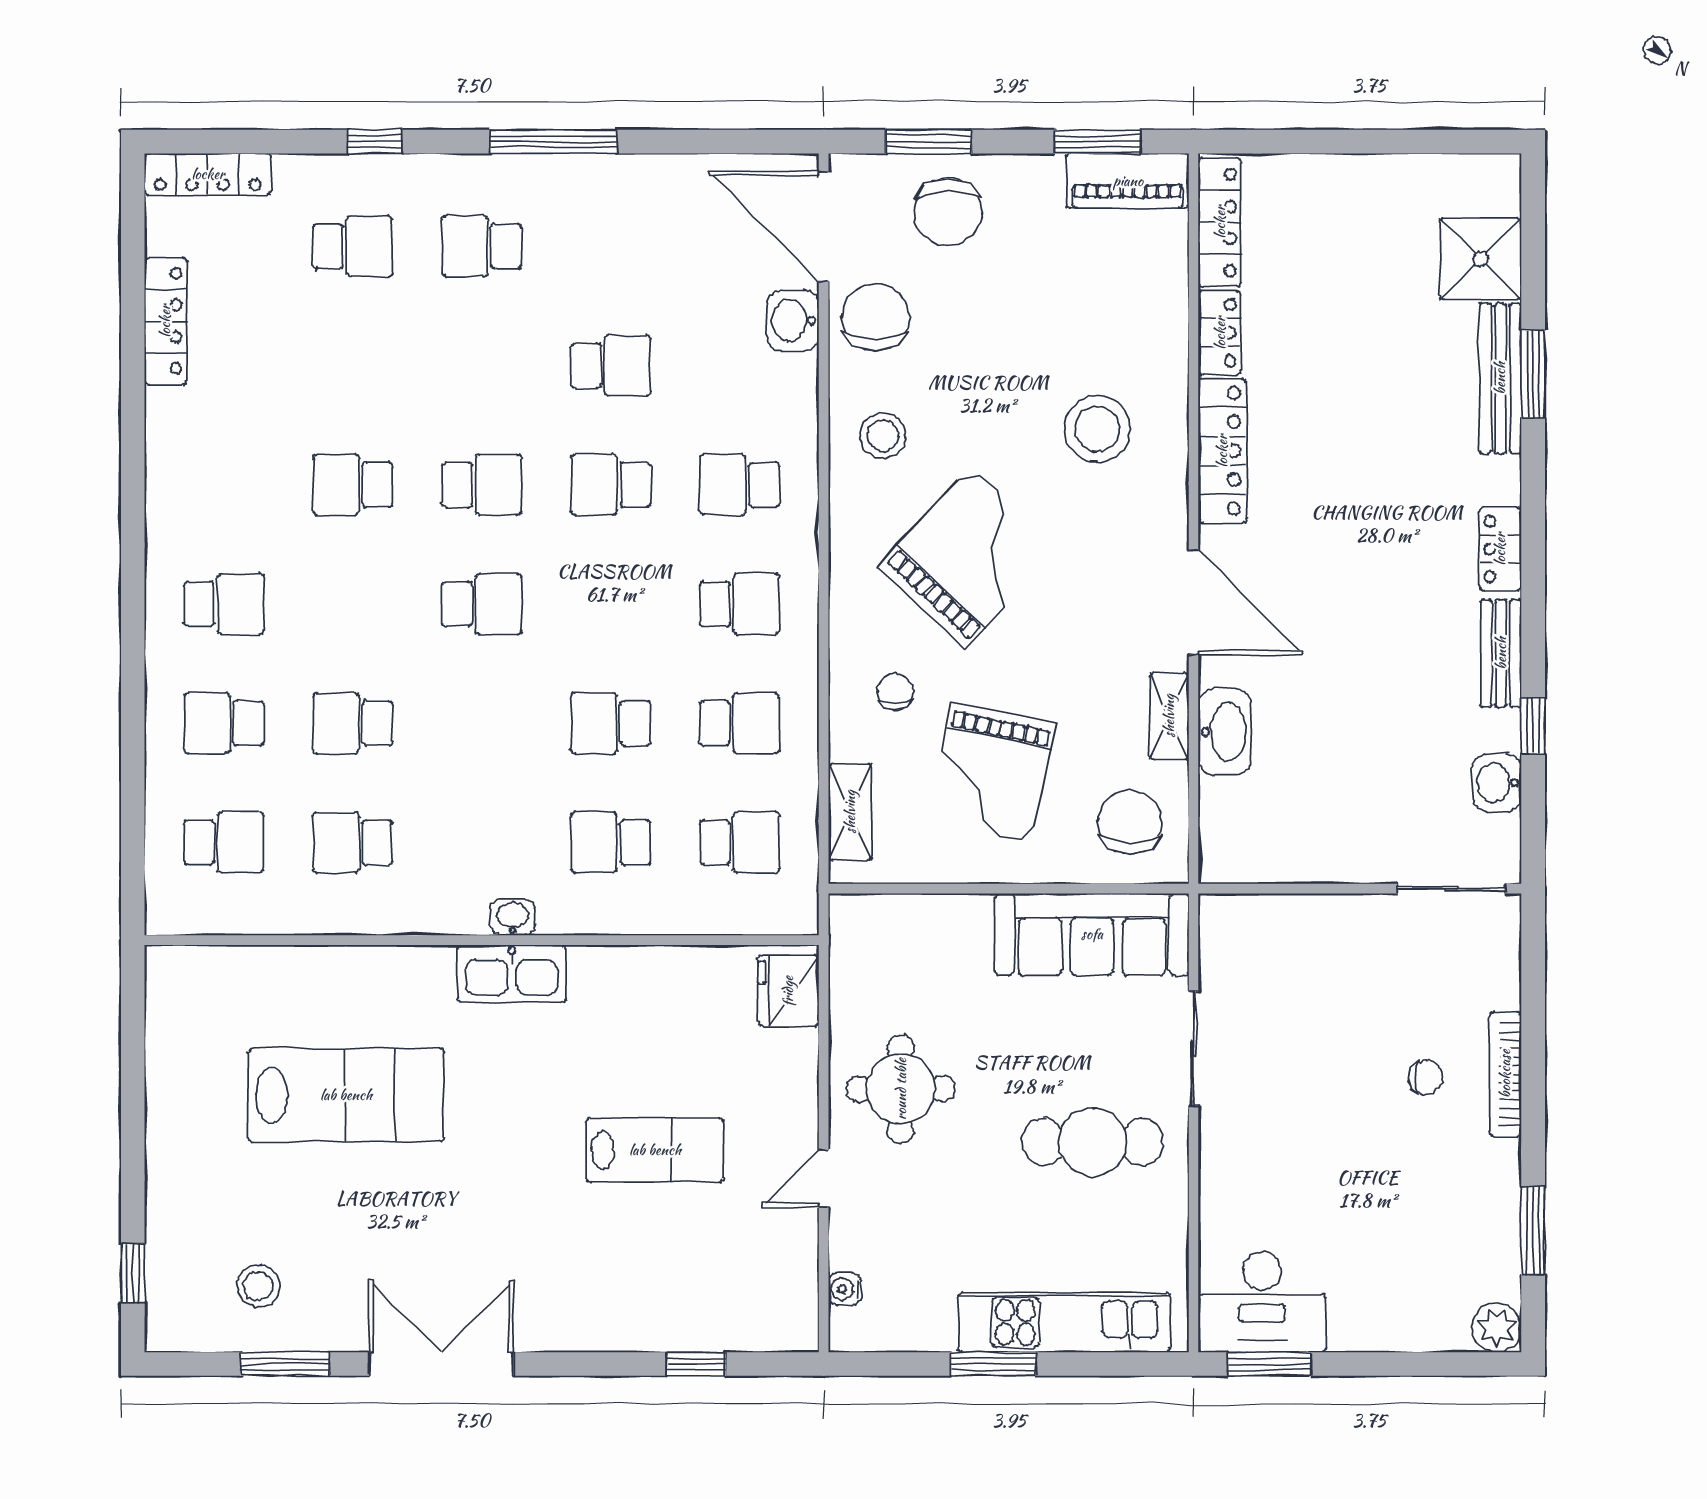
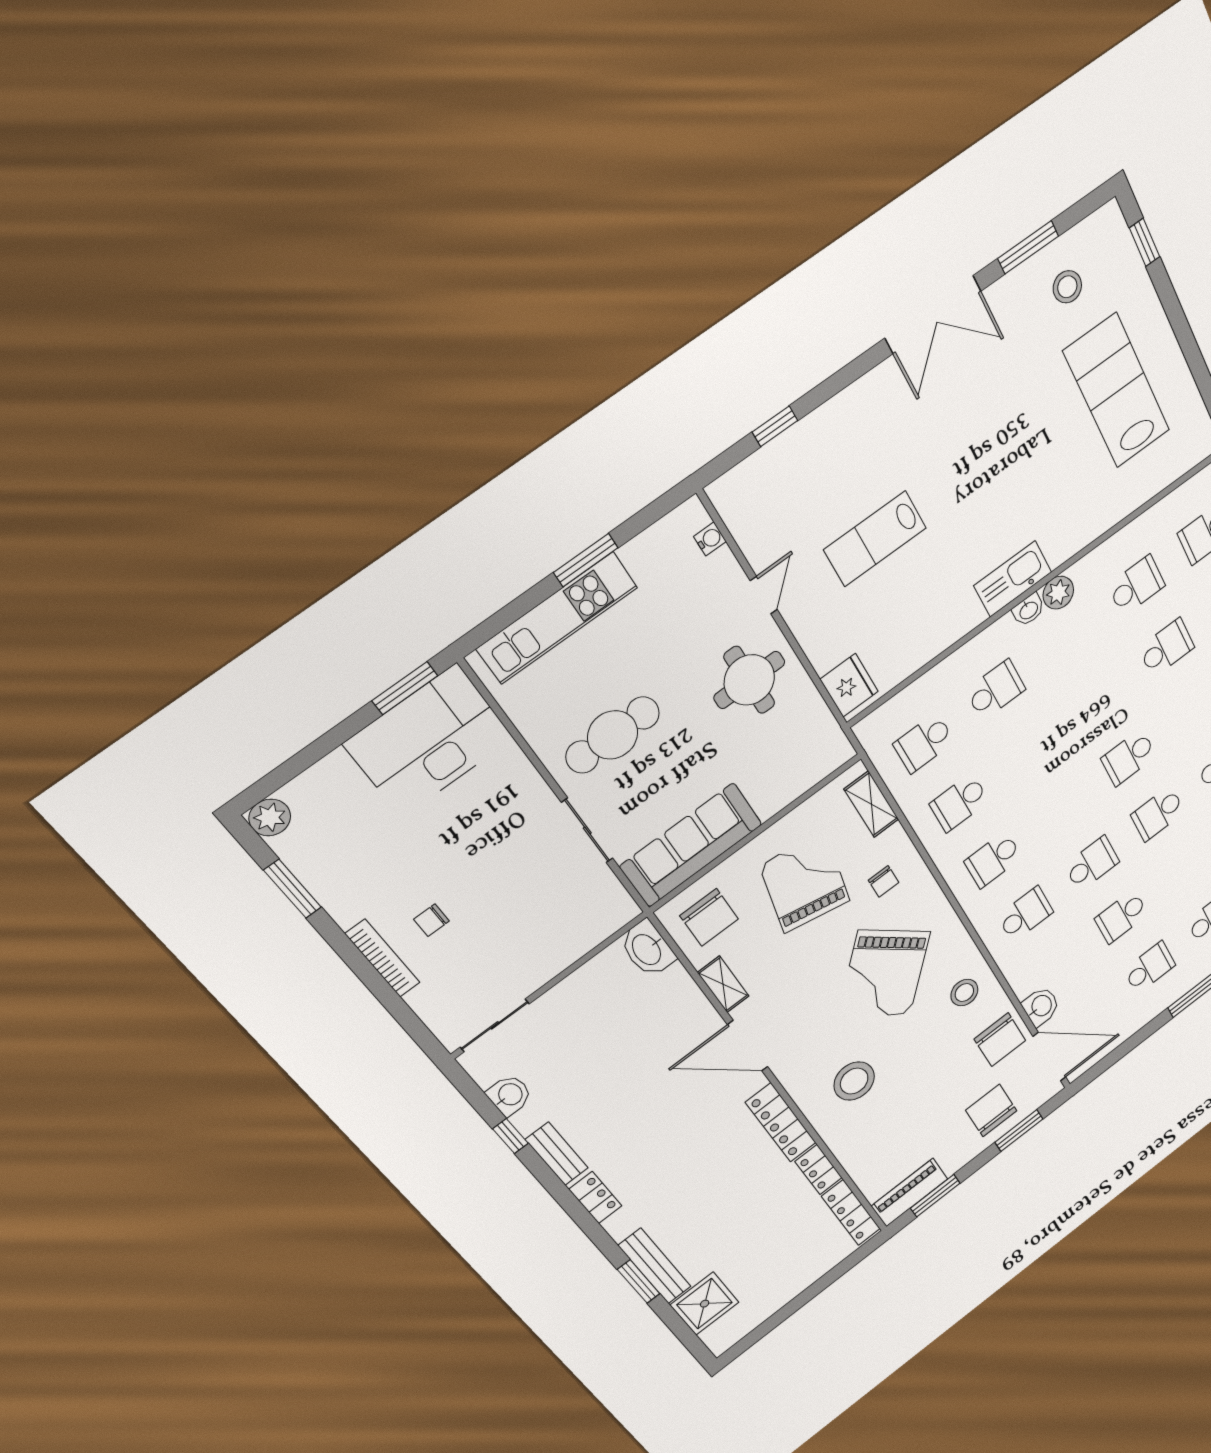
school desk: (611, 723) -> (1150, 967), moved
washbasin: (1225, 732) -> (647, 949), moved
plant: (462, 911) -> (1058, 593), added
lab bench: (346, 1095) -> (1117, 391), moved, turned 90
desk: (1262, 1302) -> (429, 741), width x1.36, depth x1.30

